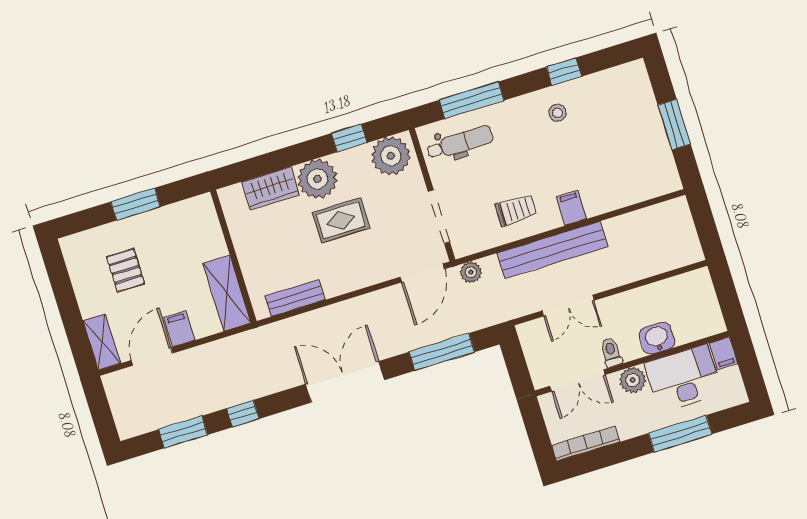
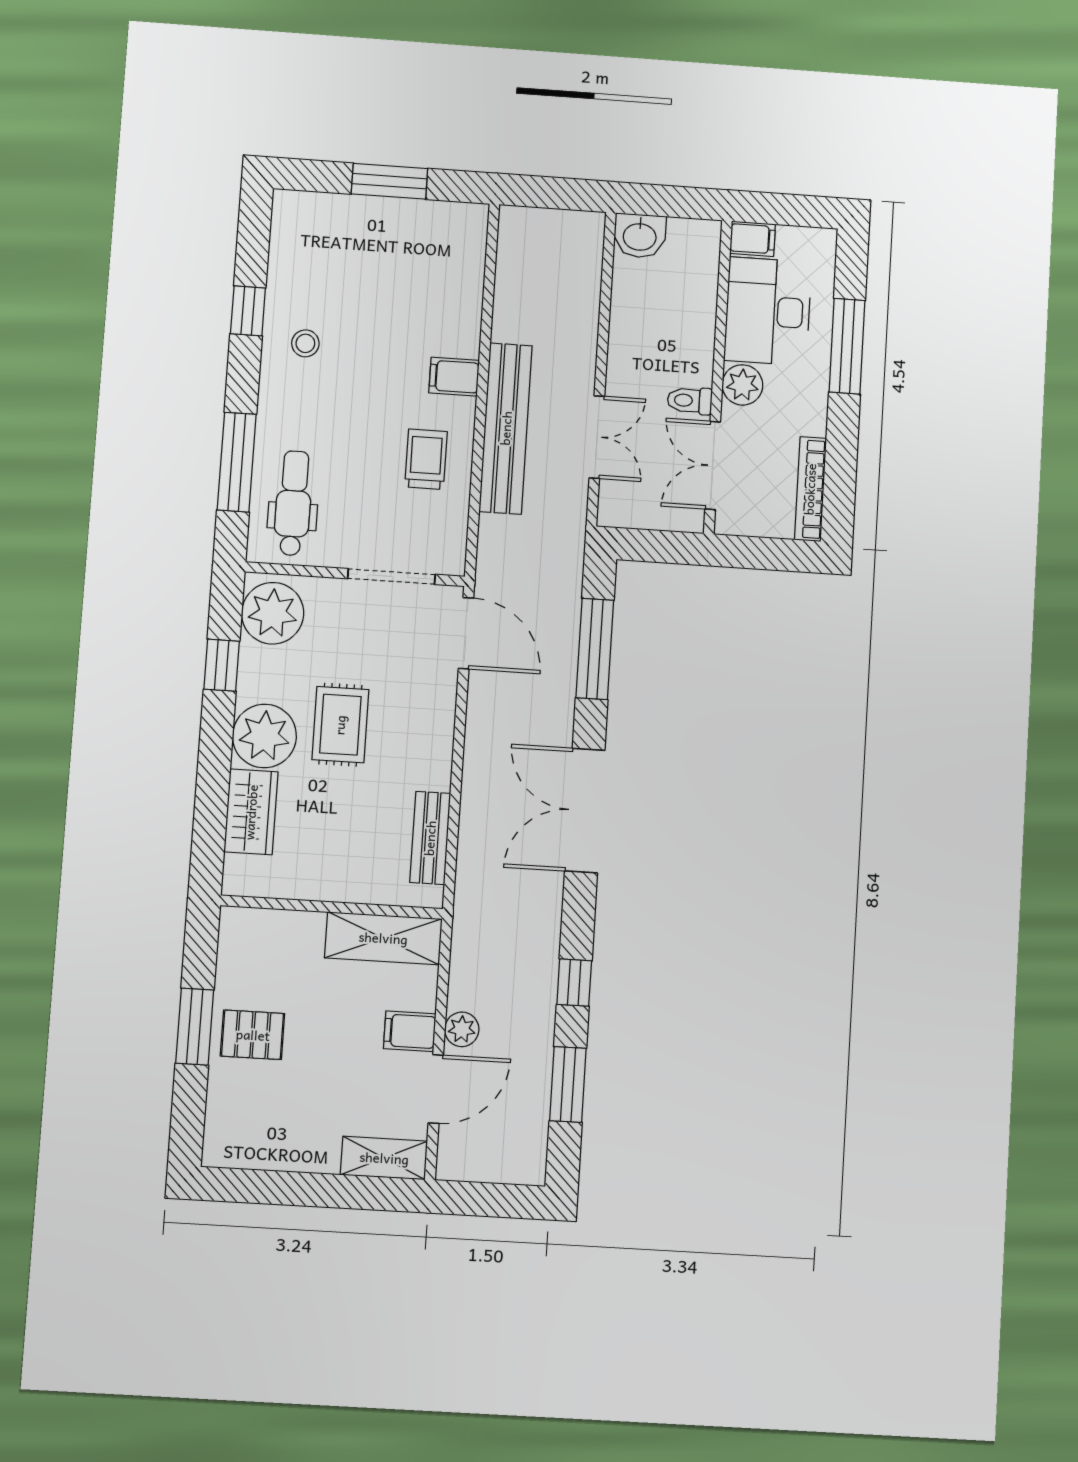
pallet: (125, 270) -> (253, 1035), moved
plant: (471, 272) -> (462, 1029), moved
washbasin: (657, 338) -> (640, 236), moved, turned -90
door: (152, 357) -> (436, 1089), swing flipped
double door: (577, 380) -> (713, 465), swing flipped

